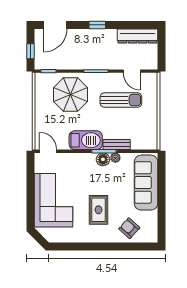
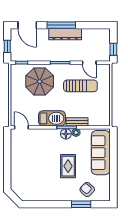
door: (55, 25) -> (27, 25), hinge flipped
window: (97, 25) -> (61, 25), width x2.17
dresser: (138, 36) -> (65, 34), moved
window: (162, 55) -> (113, 49), added
corner sofa: (53, 200) -> (26, 167), removed
rug: (98, 210) -> (68, 166), moved
window: (122, 246) -> (81, 204), added

